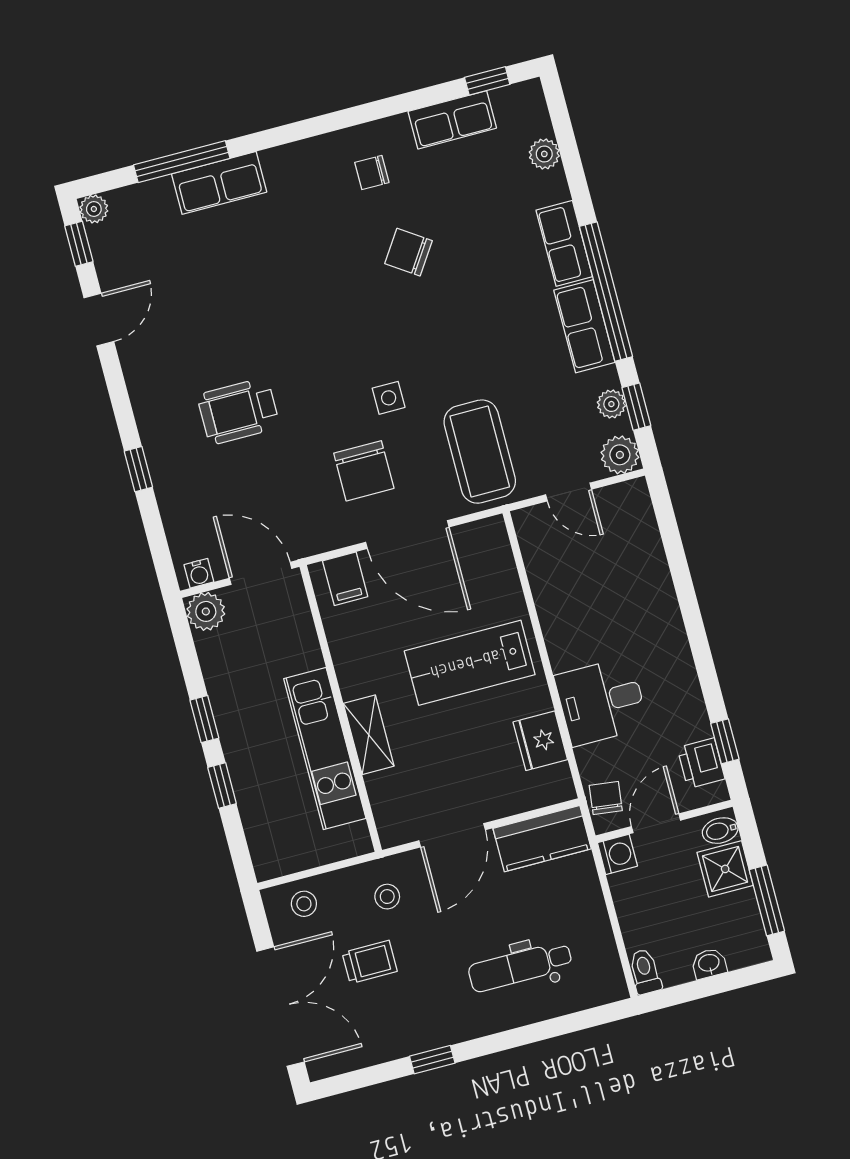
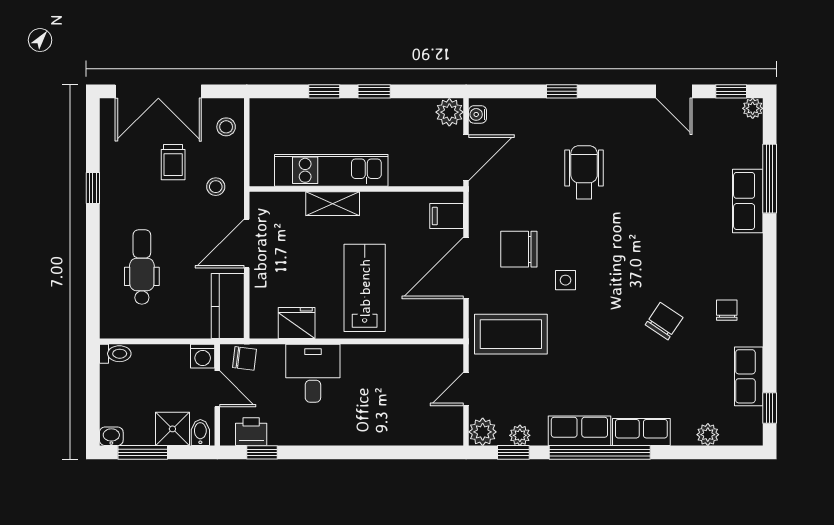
door: (452, 835) -> (247, 244), hinge flipped
washbasin: (709, 964) -> (111, 436), moved, turned -90

